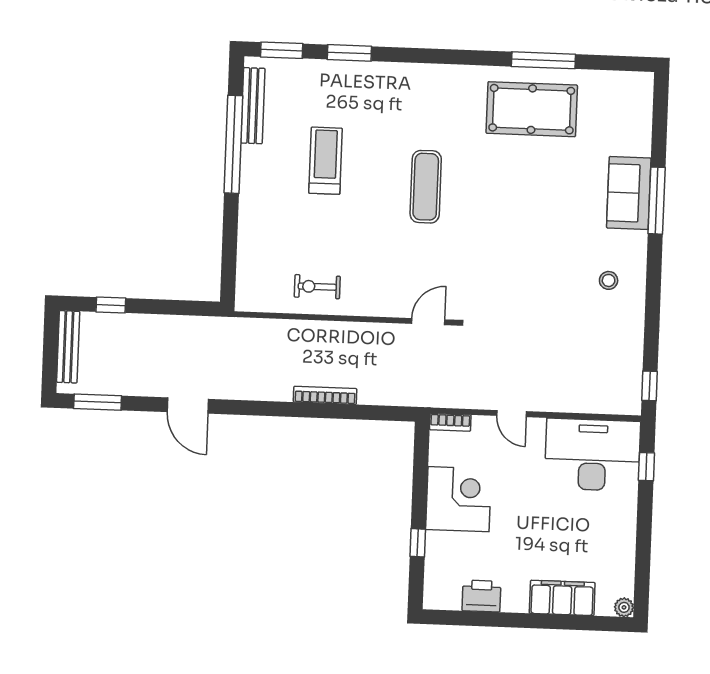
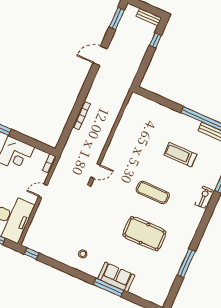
pool table: (532, 109) -> (144, 234), moved, turned 90
treadmill: (325, 161) -> (180, 155), turned 180
exercise bike: (317, 287) -> (204, 197), moved
door: (428, 322) -> (95, 171), hinge flipped
bench: (68, 347) -> (149, 17), width x0.73

